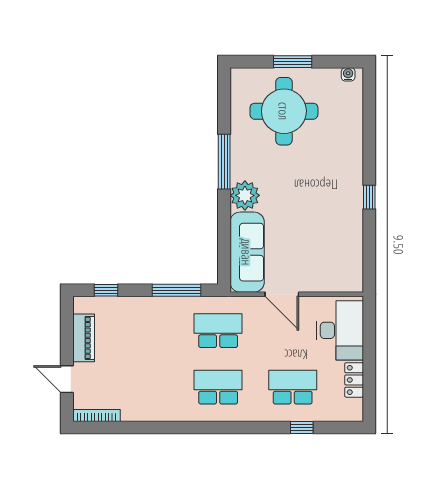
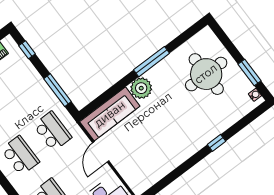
window: (293, 62) -> (250, 72), moved
window: (369, 197) -> (216, 143), moved

